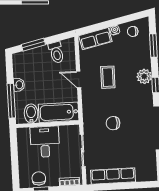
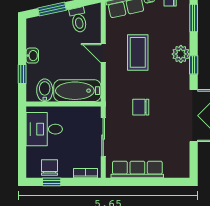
coffee table: (108, 77) -> (138, 52), width x1.36, depth x1.30
window: (11, 101) -> (22, 74), width x0.46
desk: (45, 142) -> (44, 129), moved, turned -90

